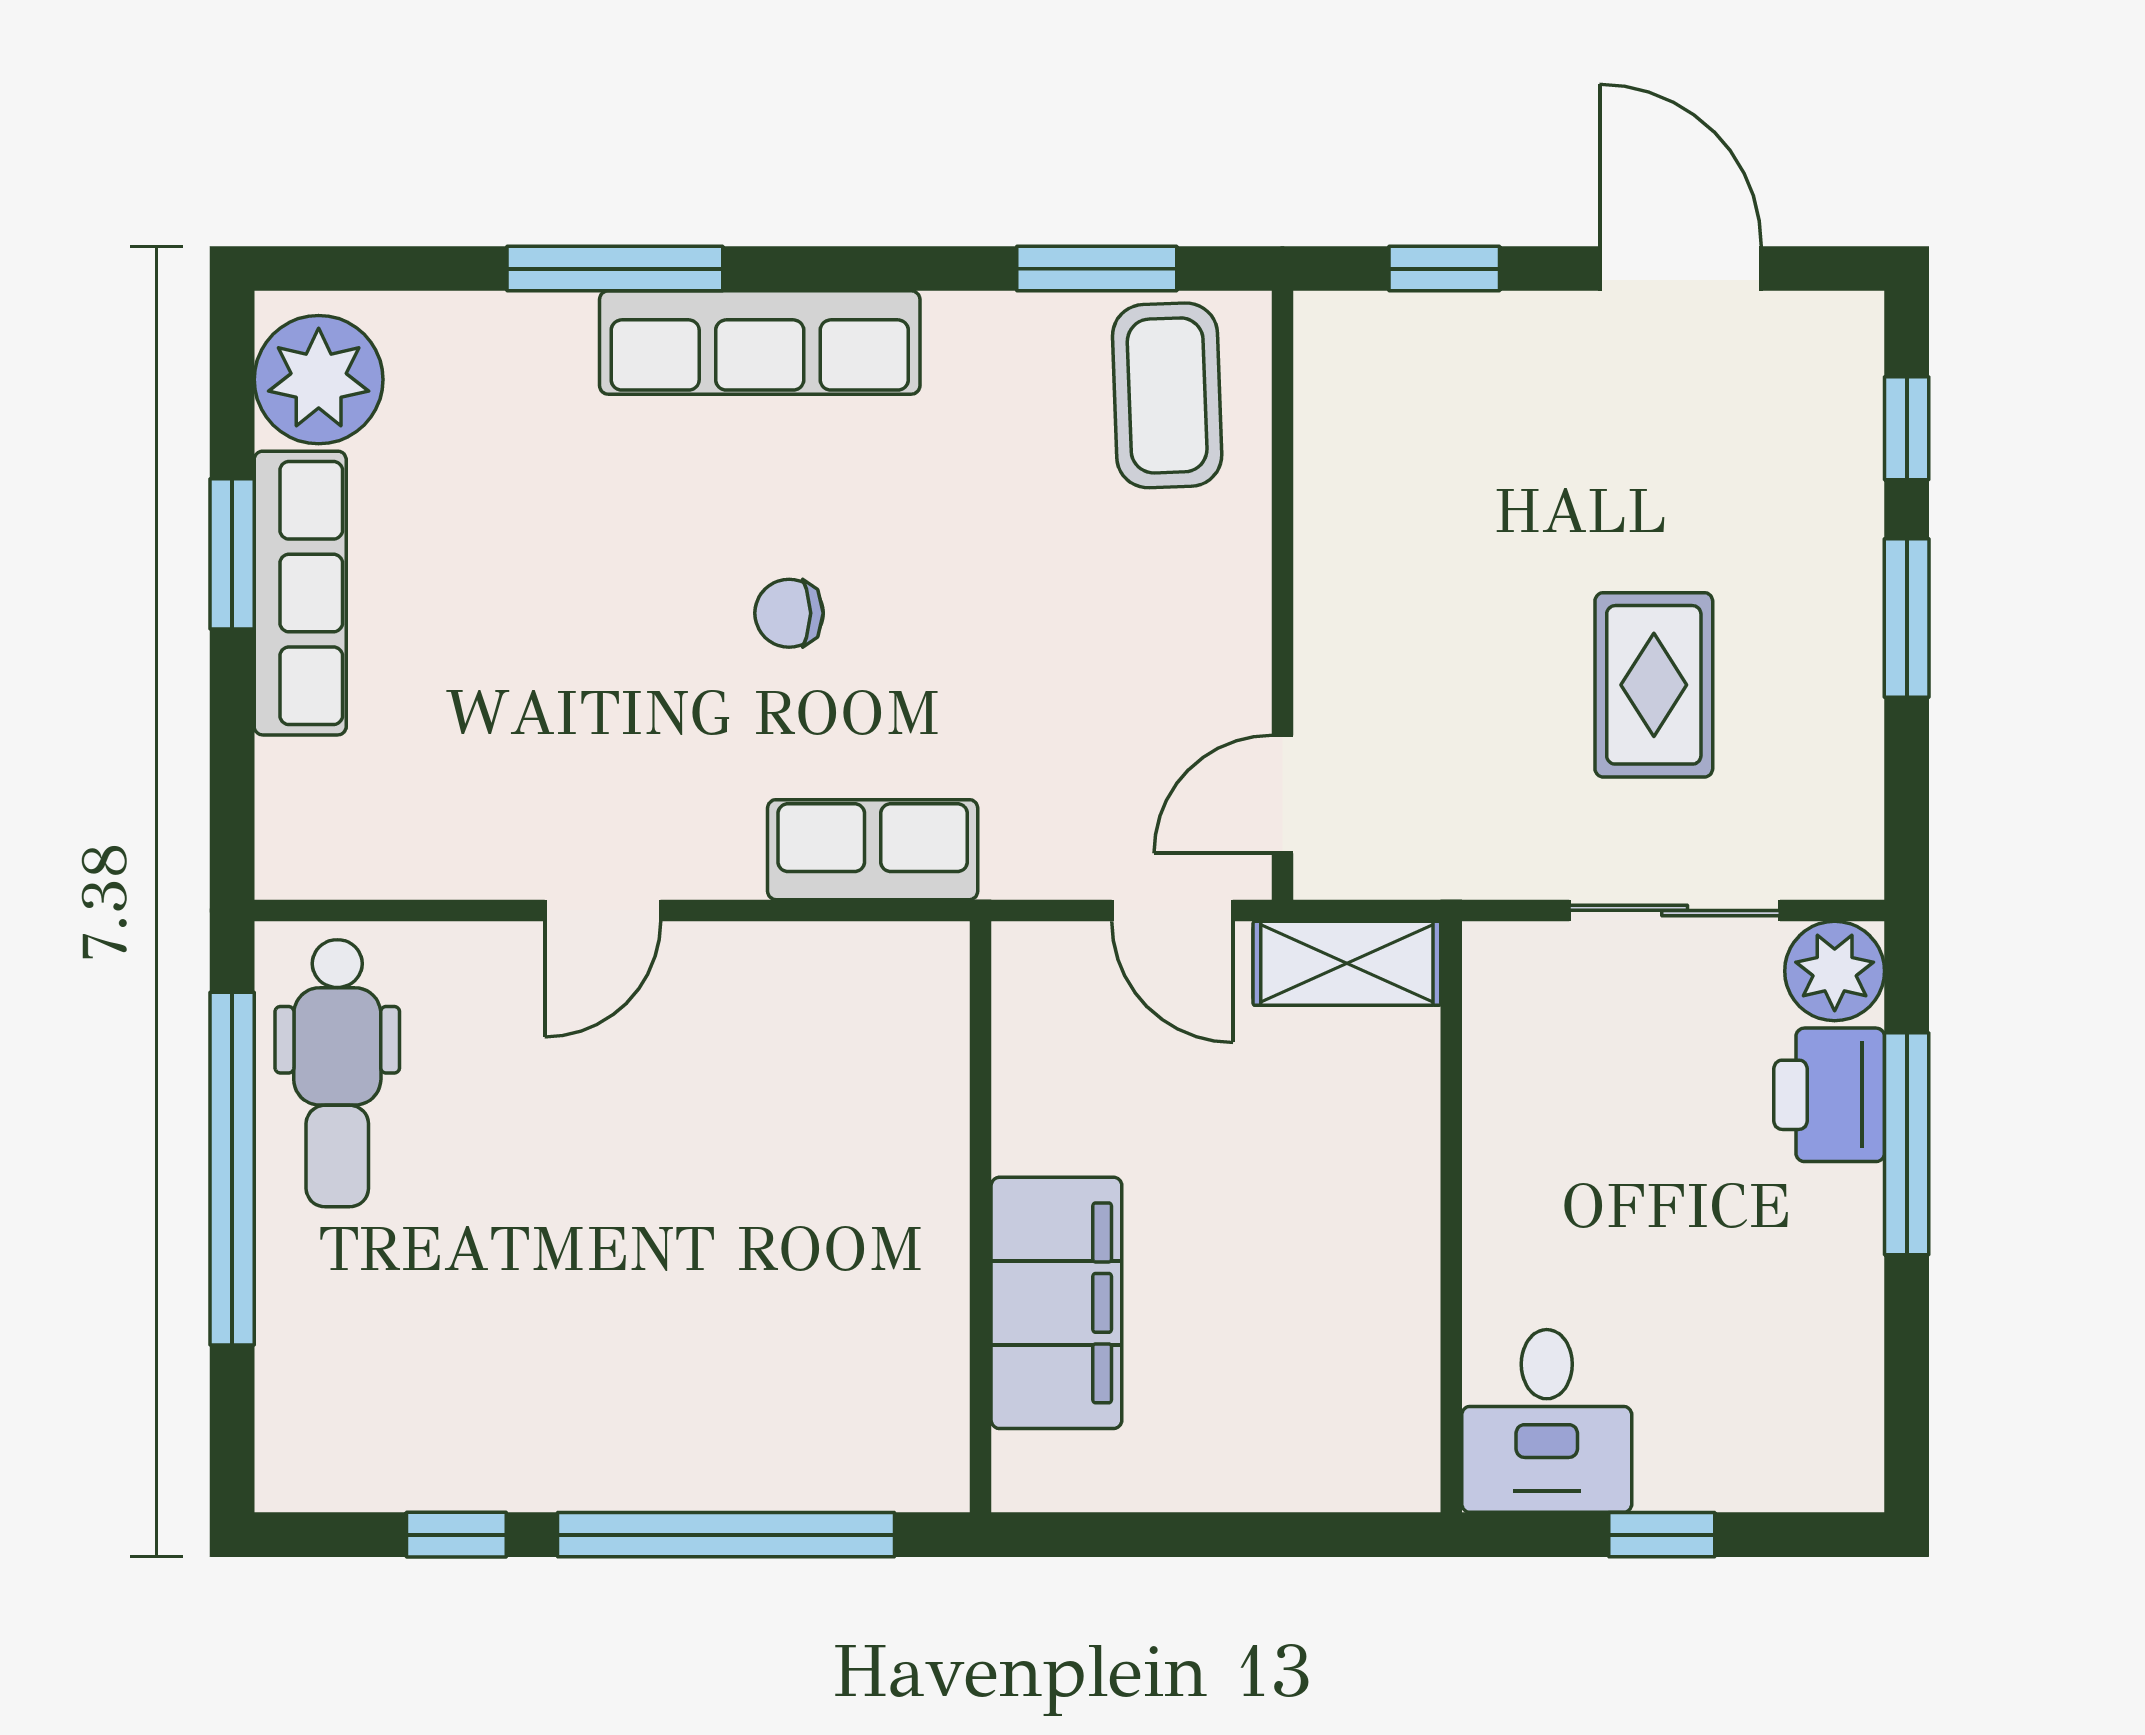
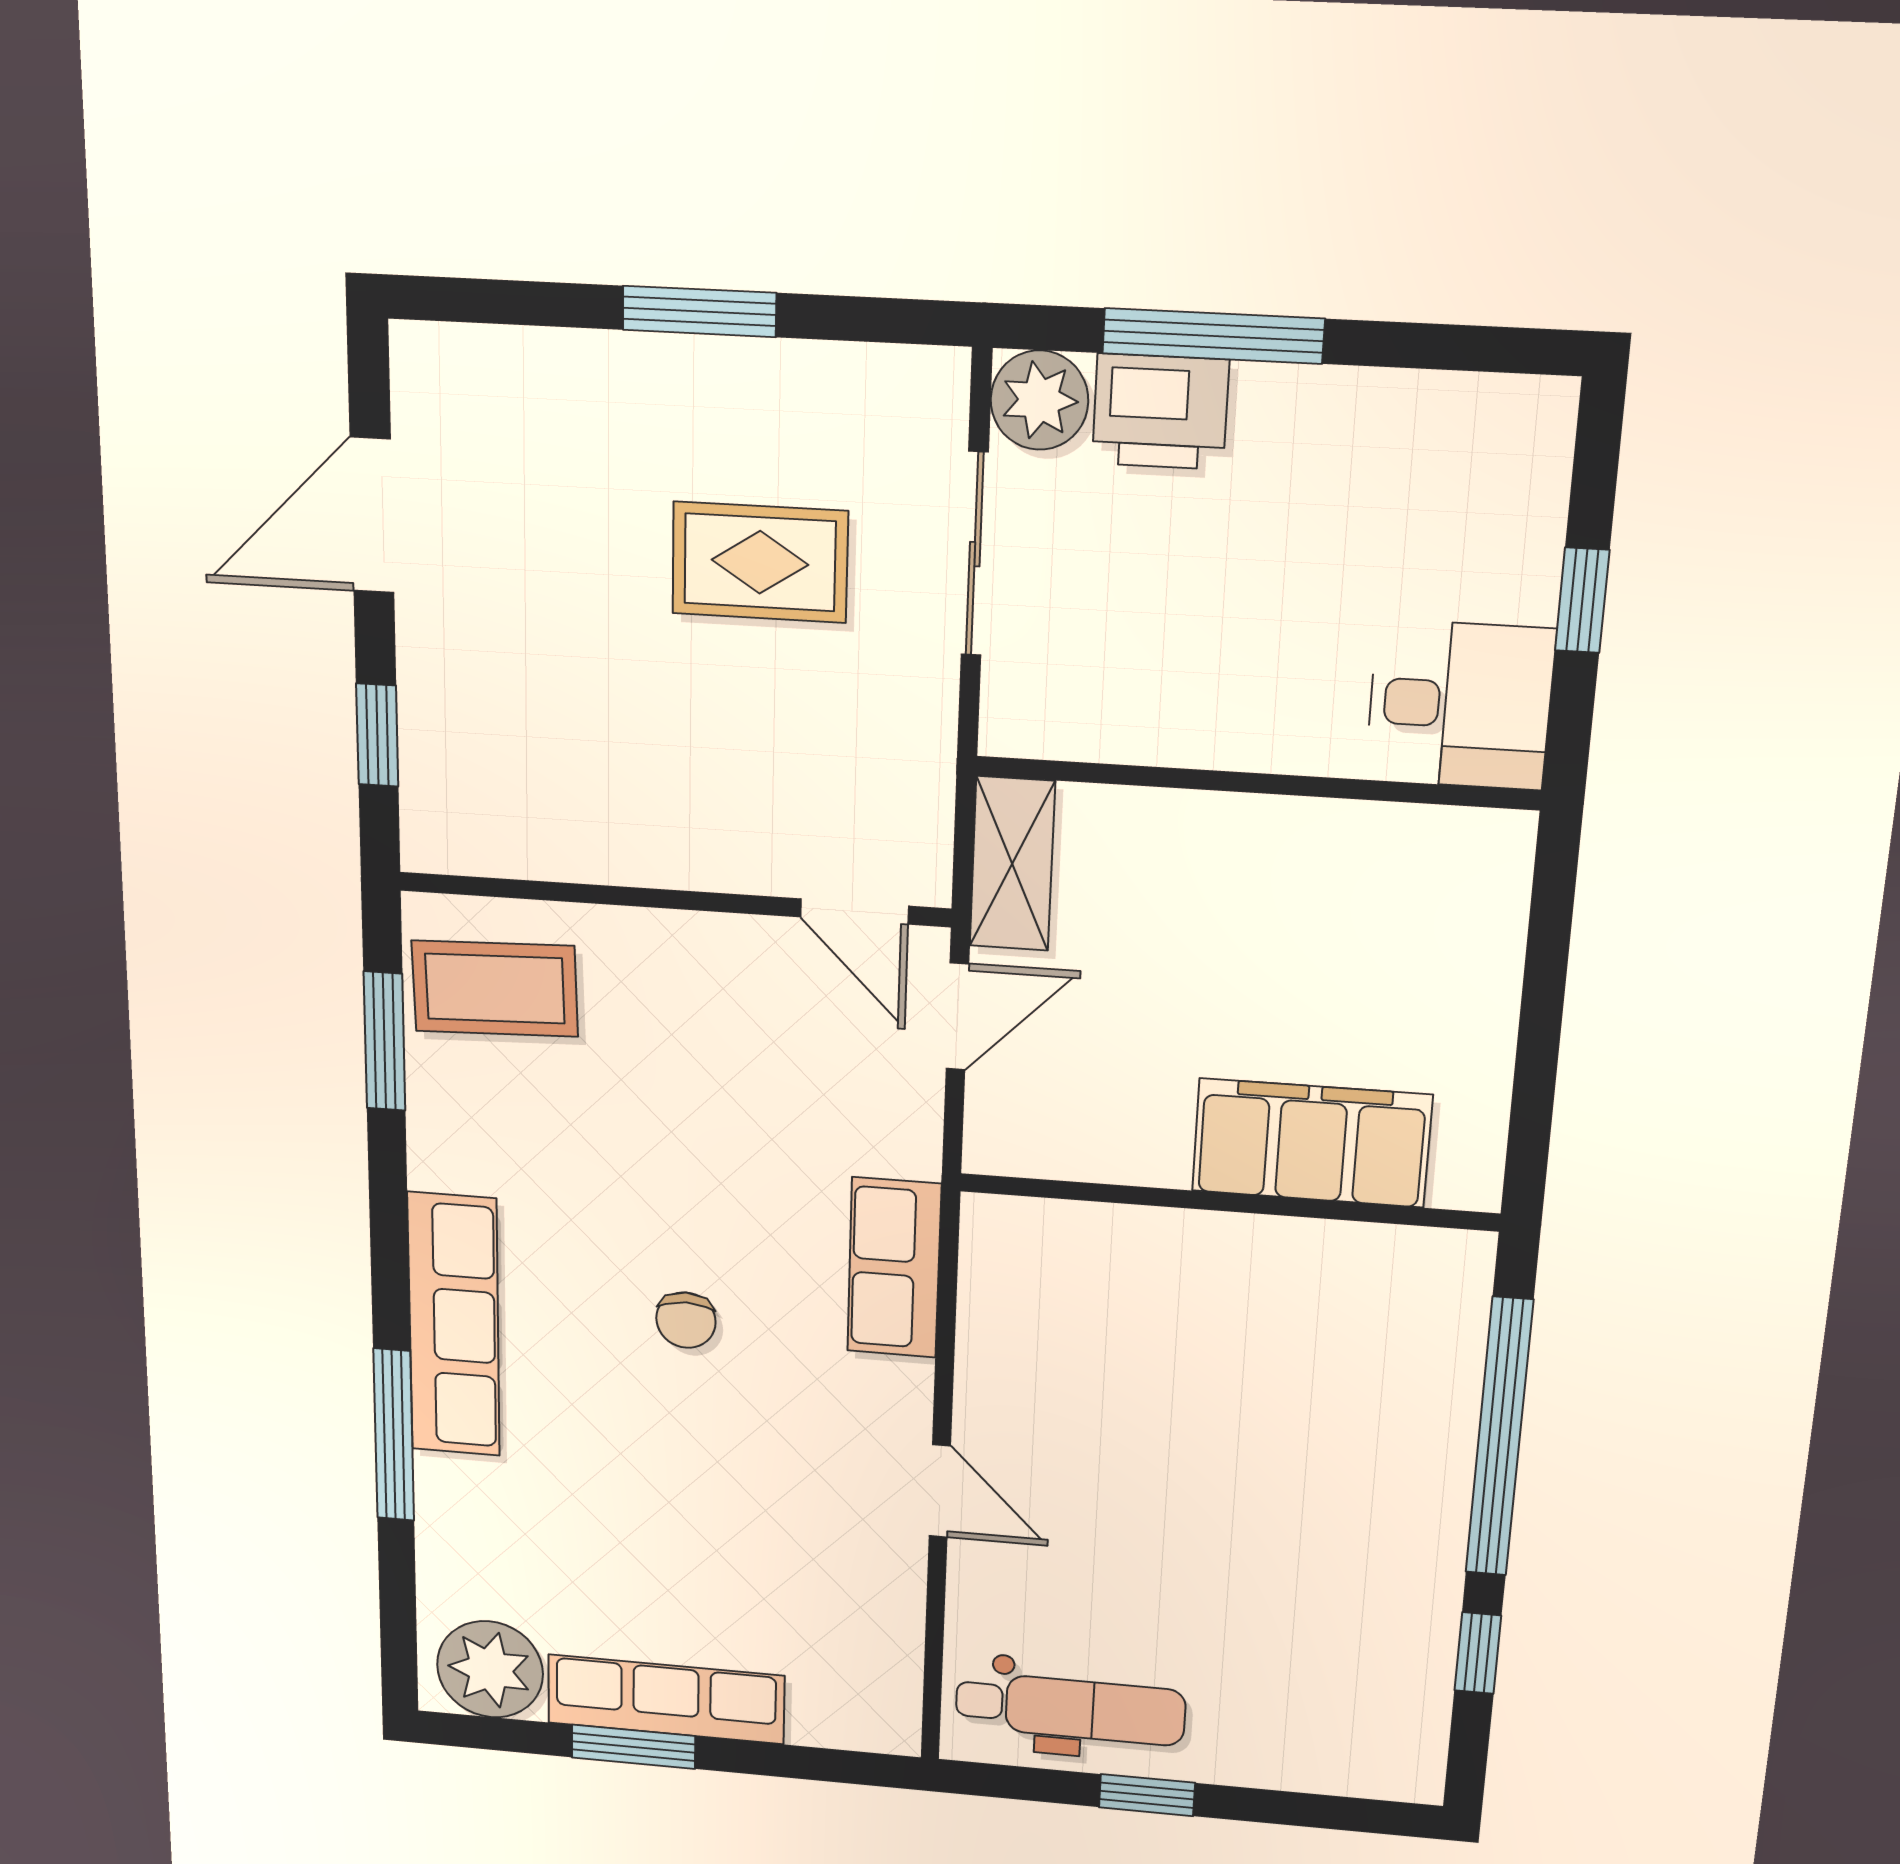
window: (1907, 428) -> (518, 303), removed
window: (232, 1169) -> (1147, 1795), width x0.32

